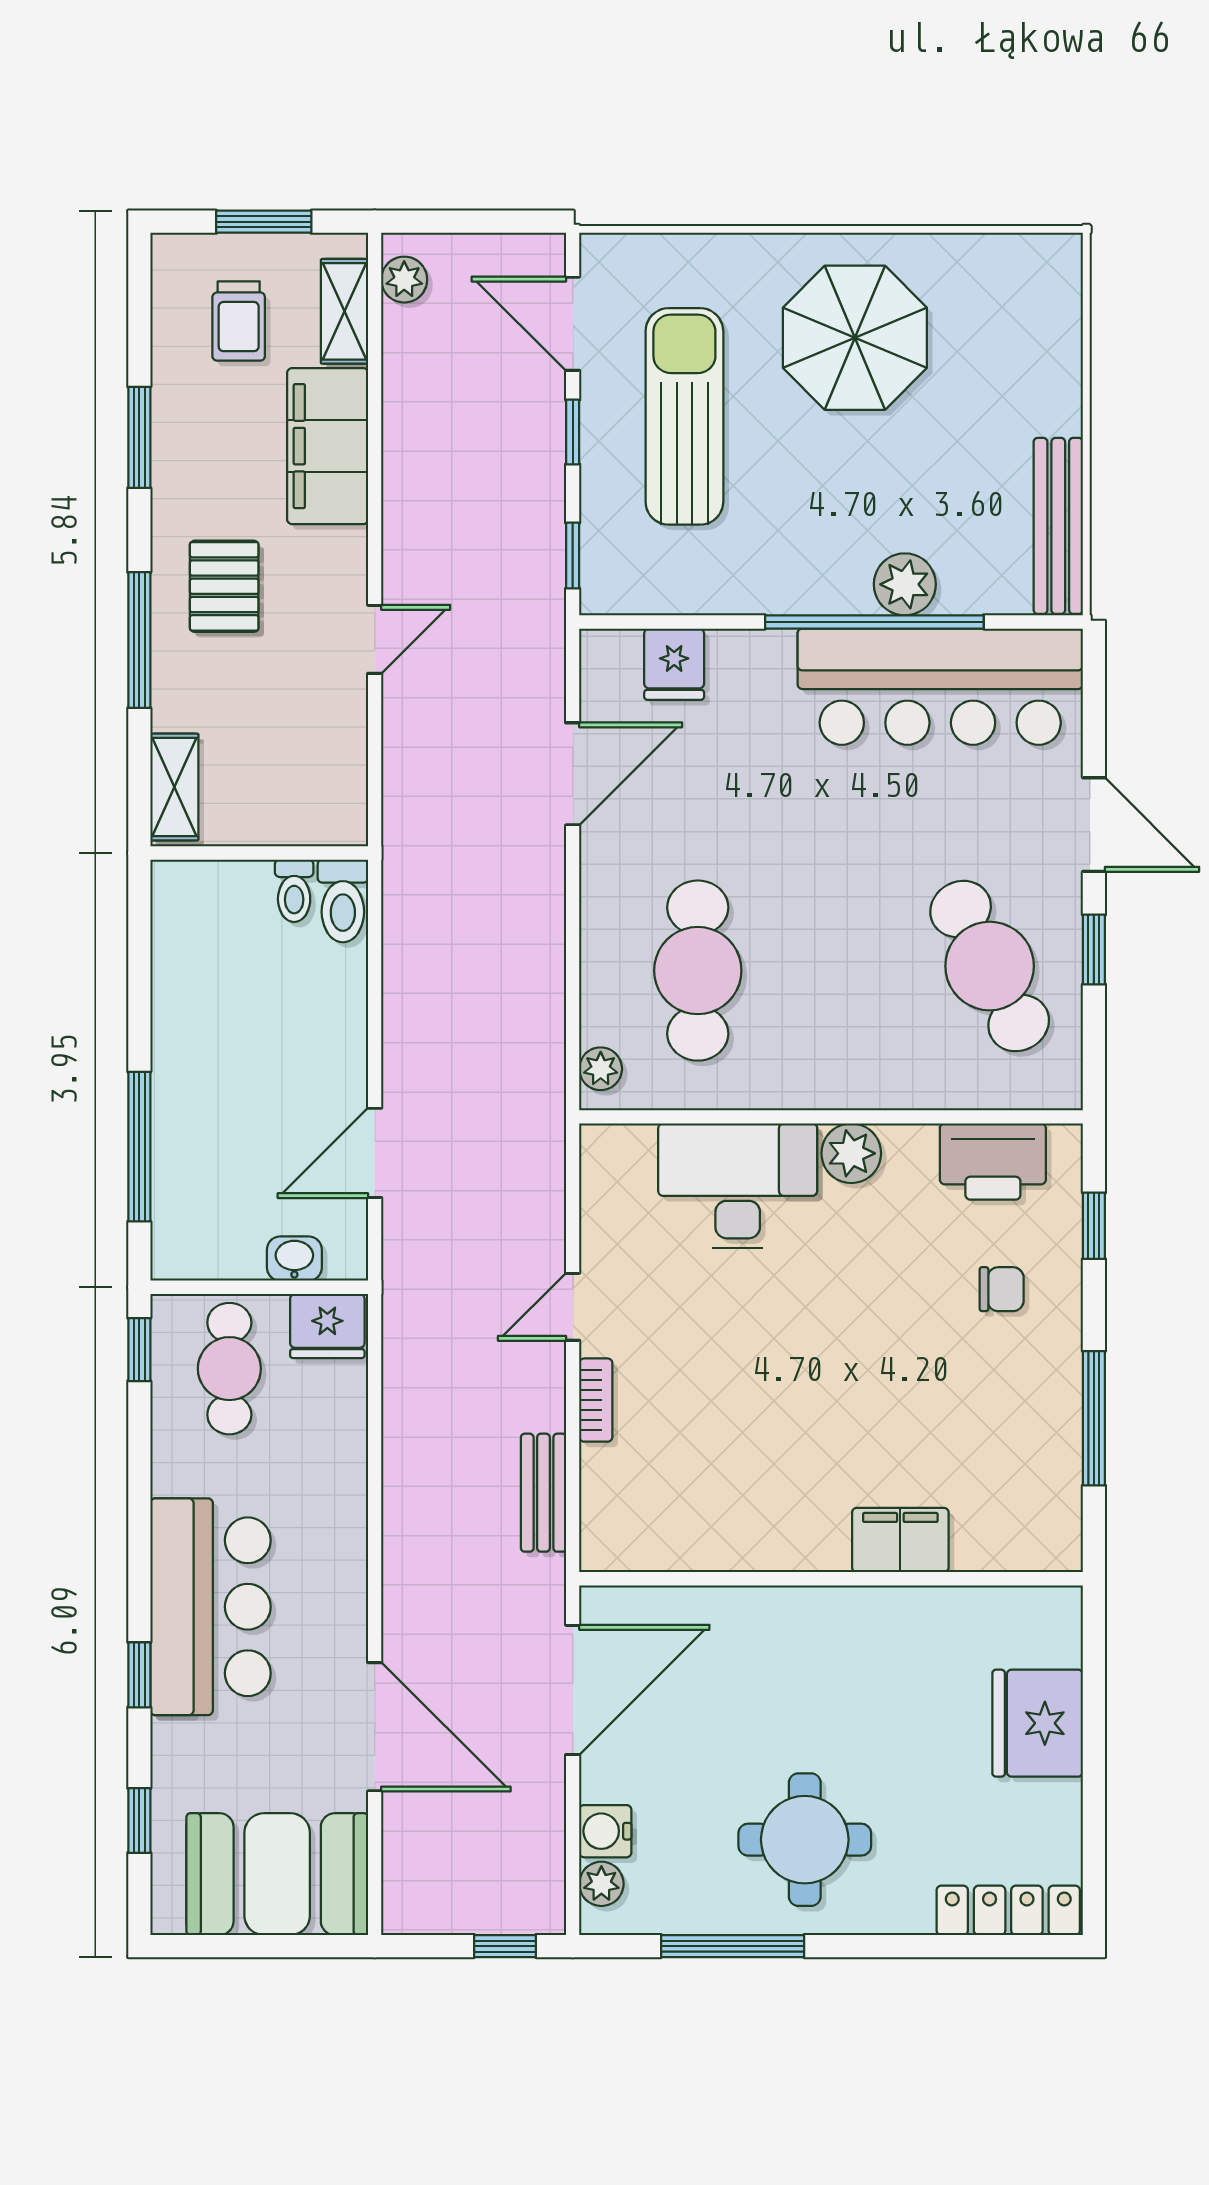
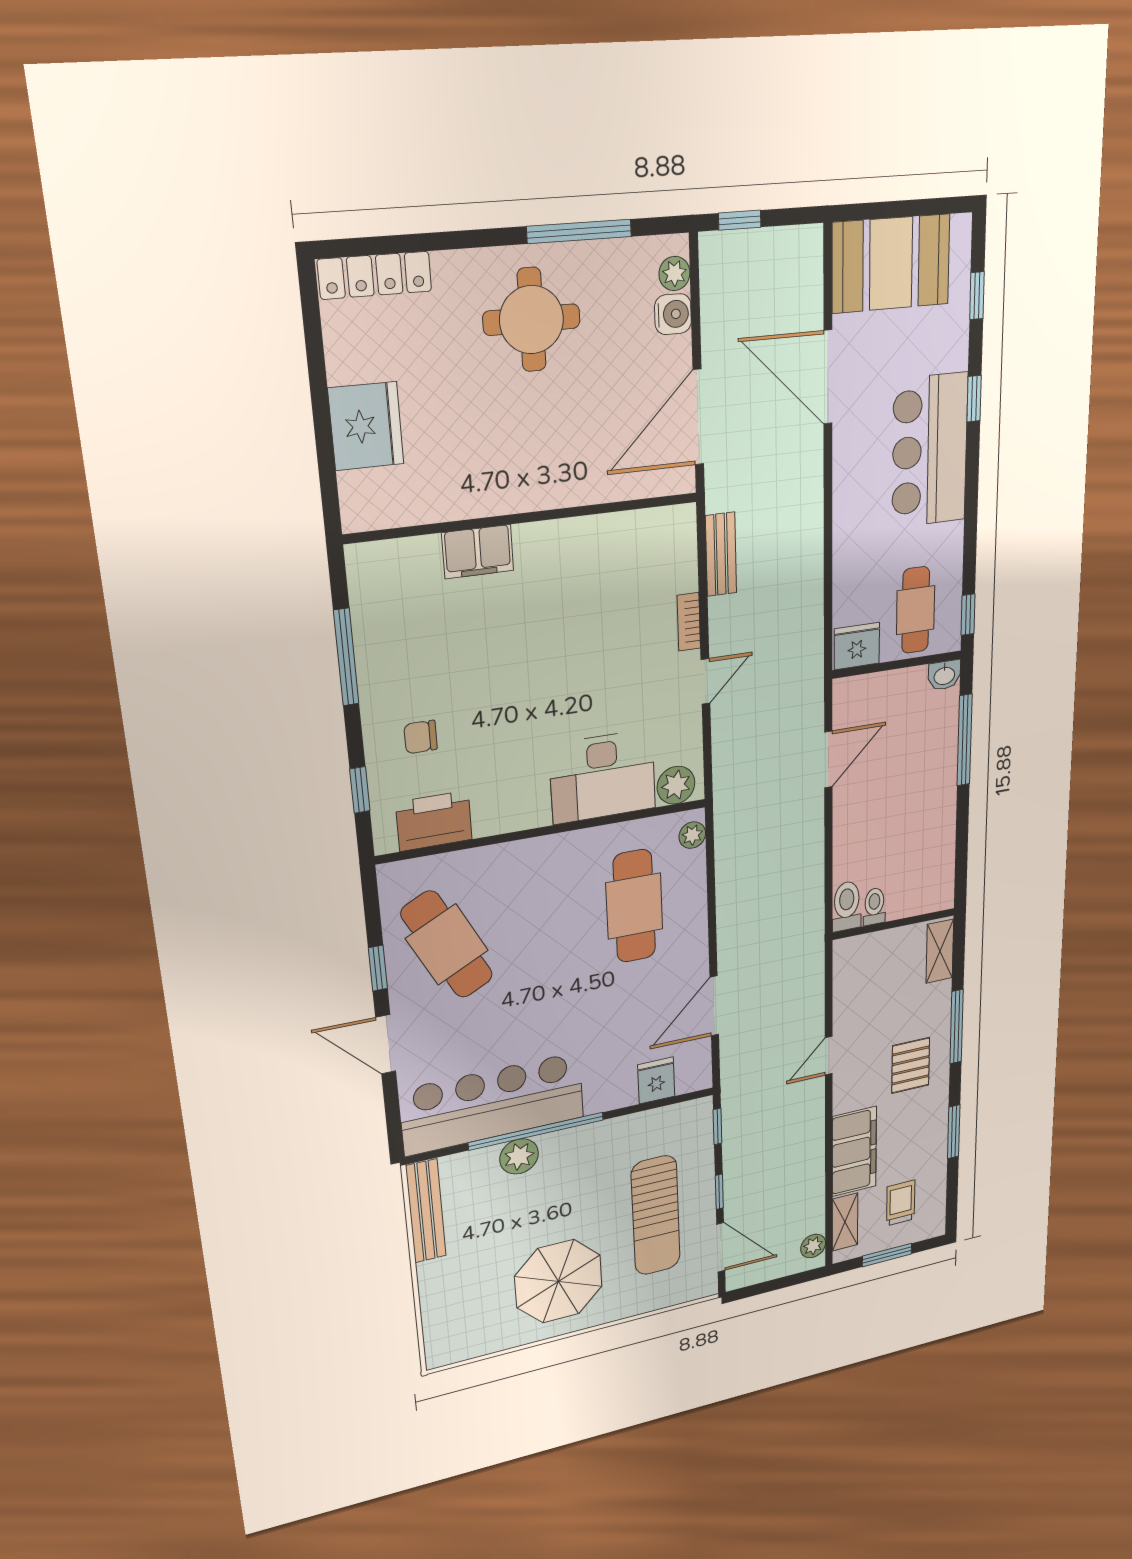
plant: (851, 1153) -> (676, 785), moved
washbasin: (294, 1259) -> (944, 675), moved

